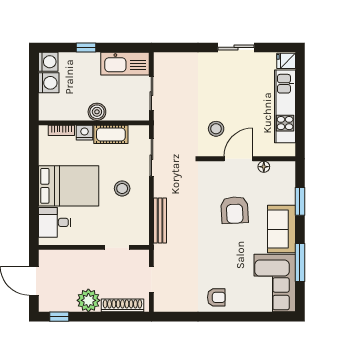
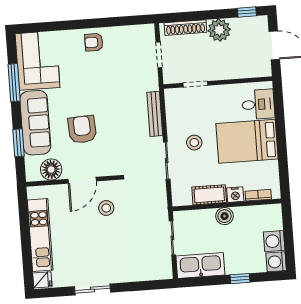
sliding door: (151, 157) -> (167, 161), moved
floor lamp: (264, 167) -> (51, 170), width x1.89, depth x1.89
sofa: (281, 229) -> (35, 123), width x1.36

